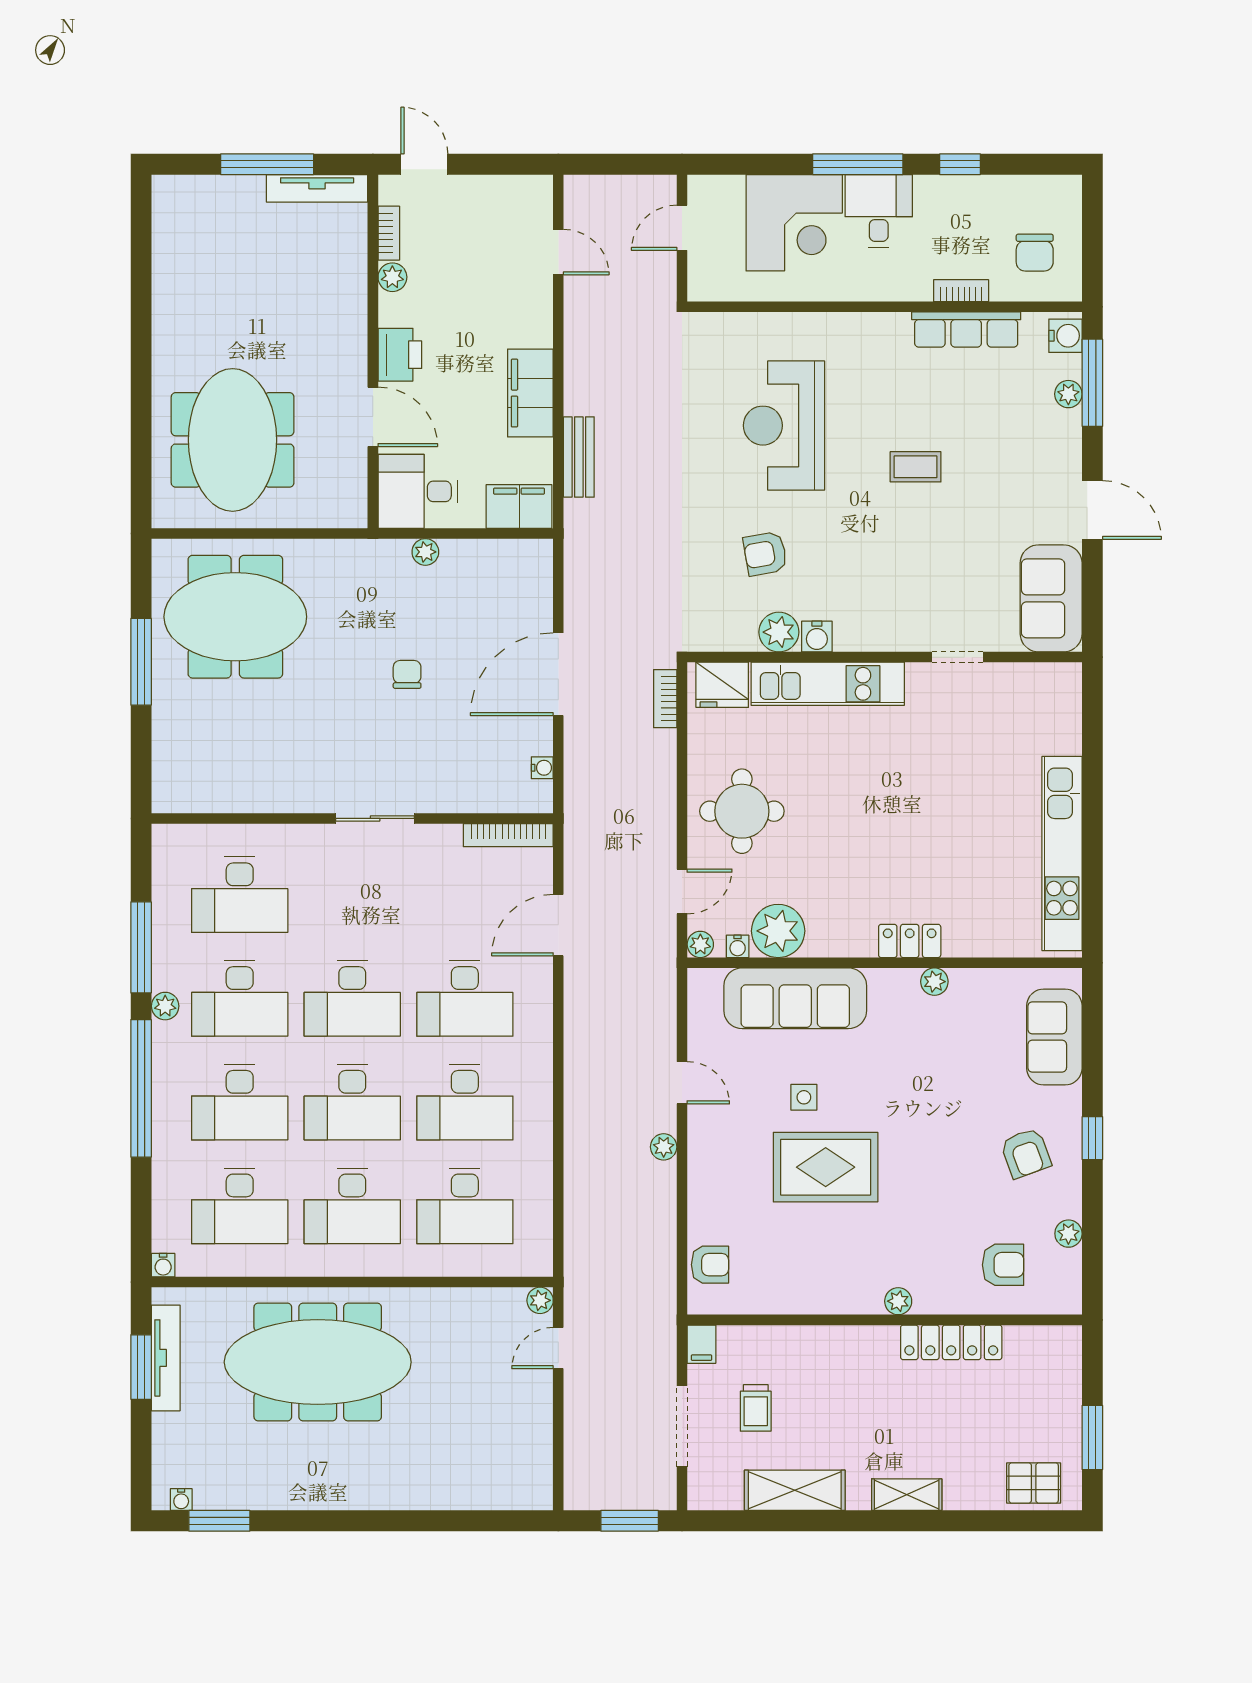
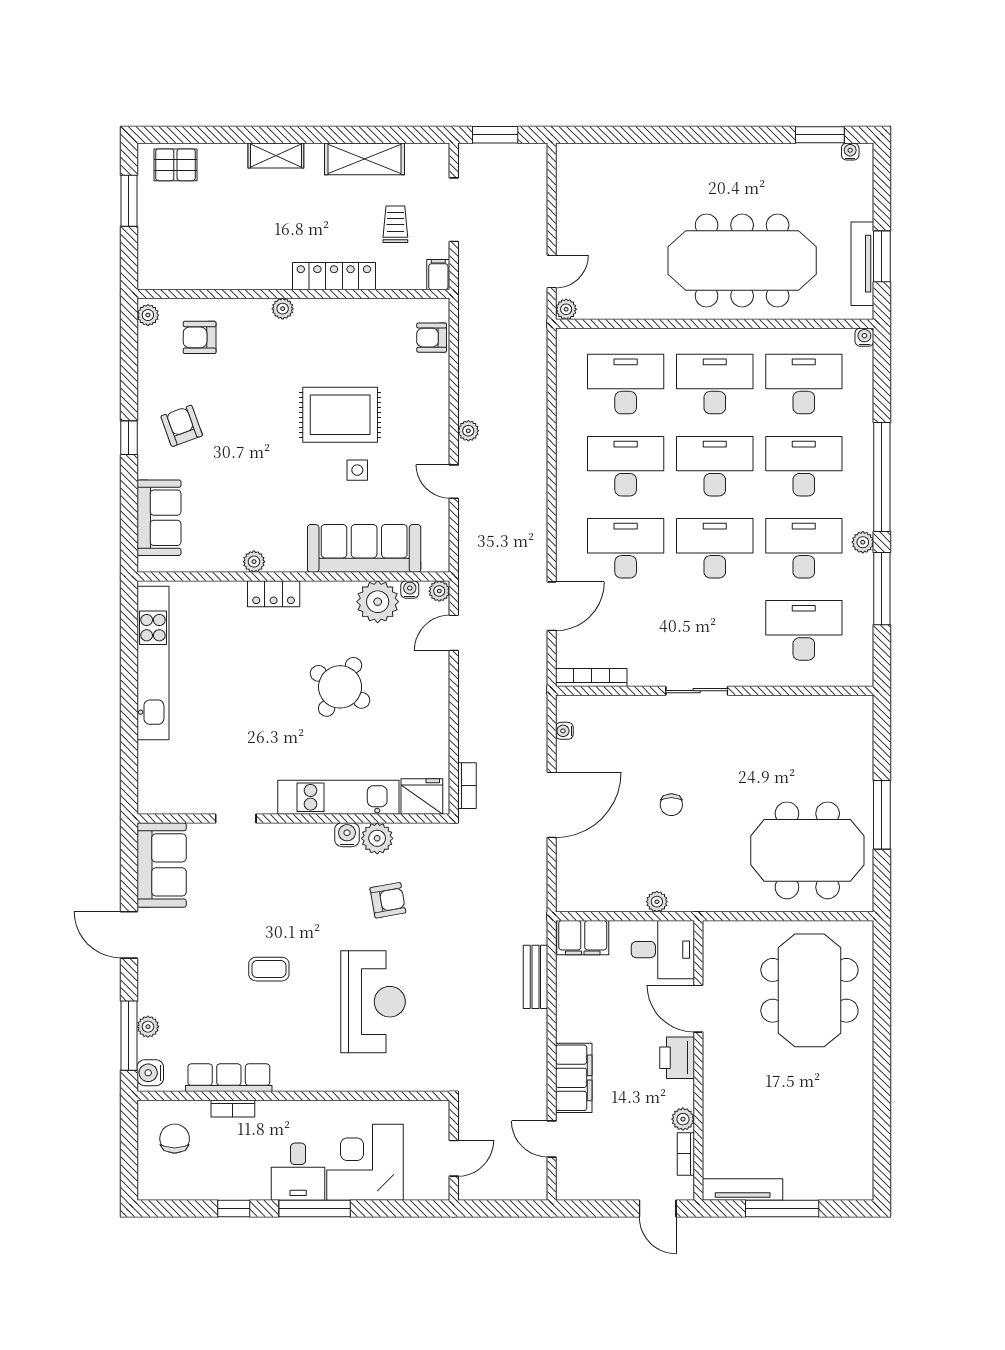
filing cabinet: (530, 393) -> (574, 1078), moved
round table: (742, 811) -> (340, 687), moved, turned 32
plant: (1068, 1234) -> (148, 315), moved
locker: (951, 1342) -> (334, 276), moved

